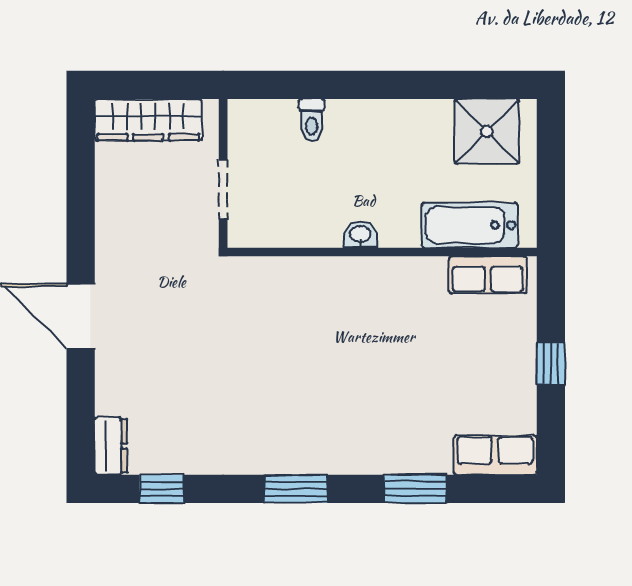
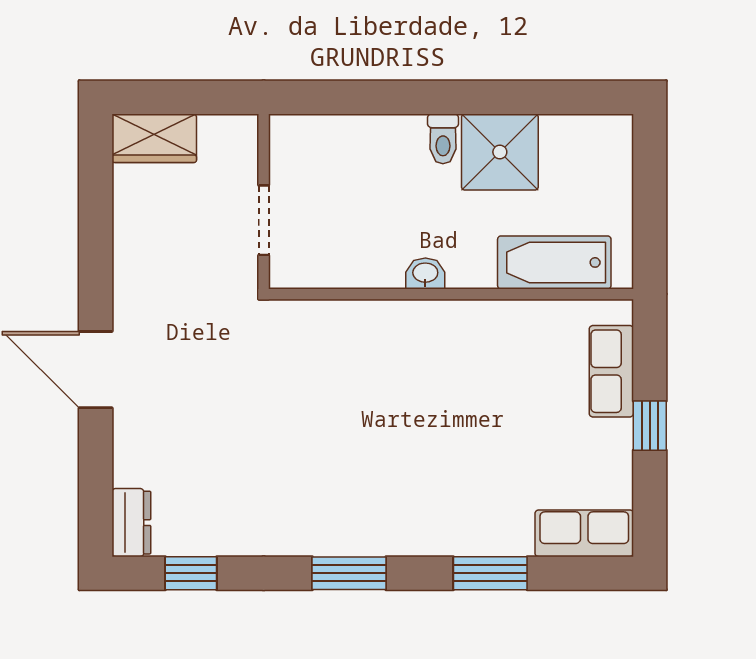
wardrobe: (148, 120) -> (154, 138), width x0.67
toilet: (312, 120) -> (443, 139), moved
shower: (487, 131) -> (500, 152), moved
row of seats: (488, 275) -> (611, 371), moved, turned 90

